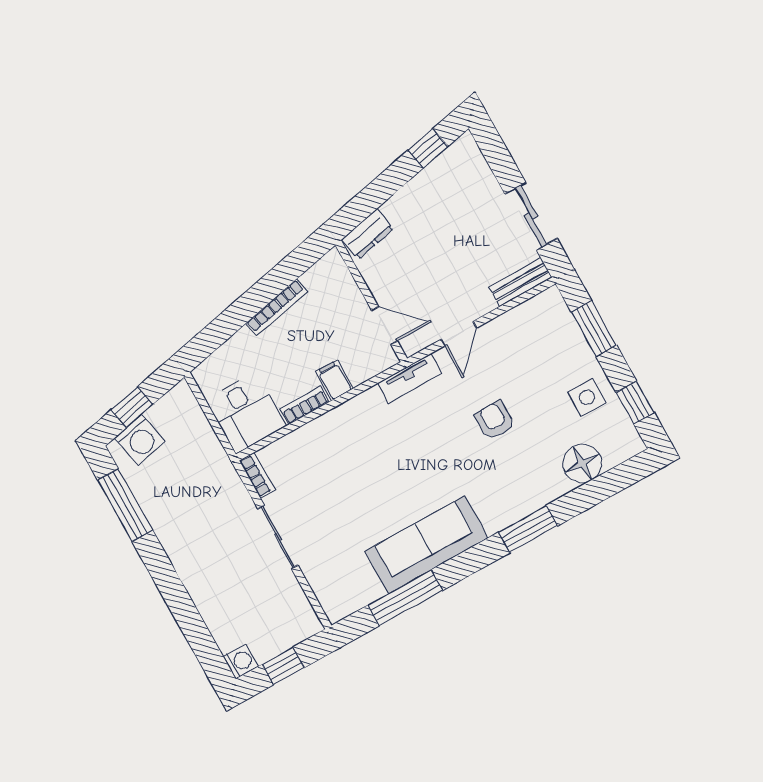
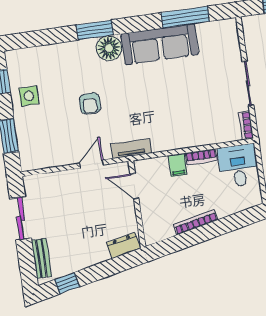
bench: (520, 282) -> (41, 258), moved, turned 90
floor lamp: (582, 463) -> (109, 48), moved

